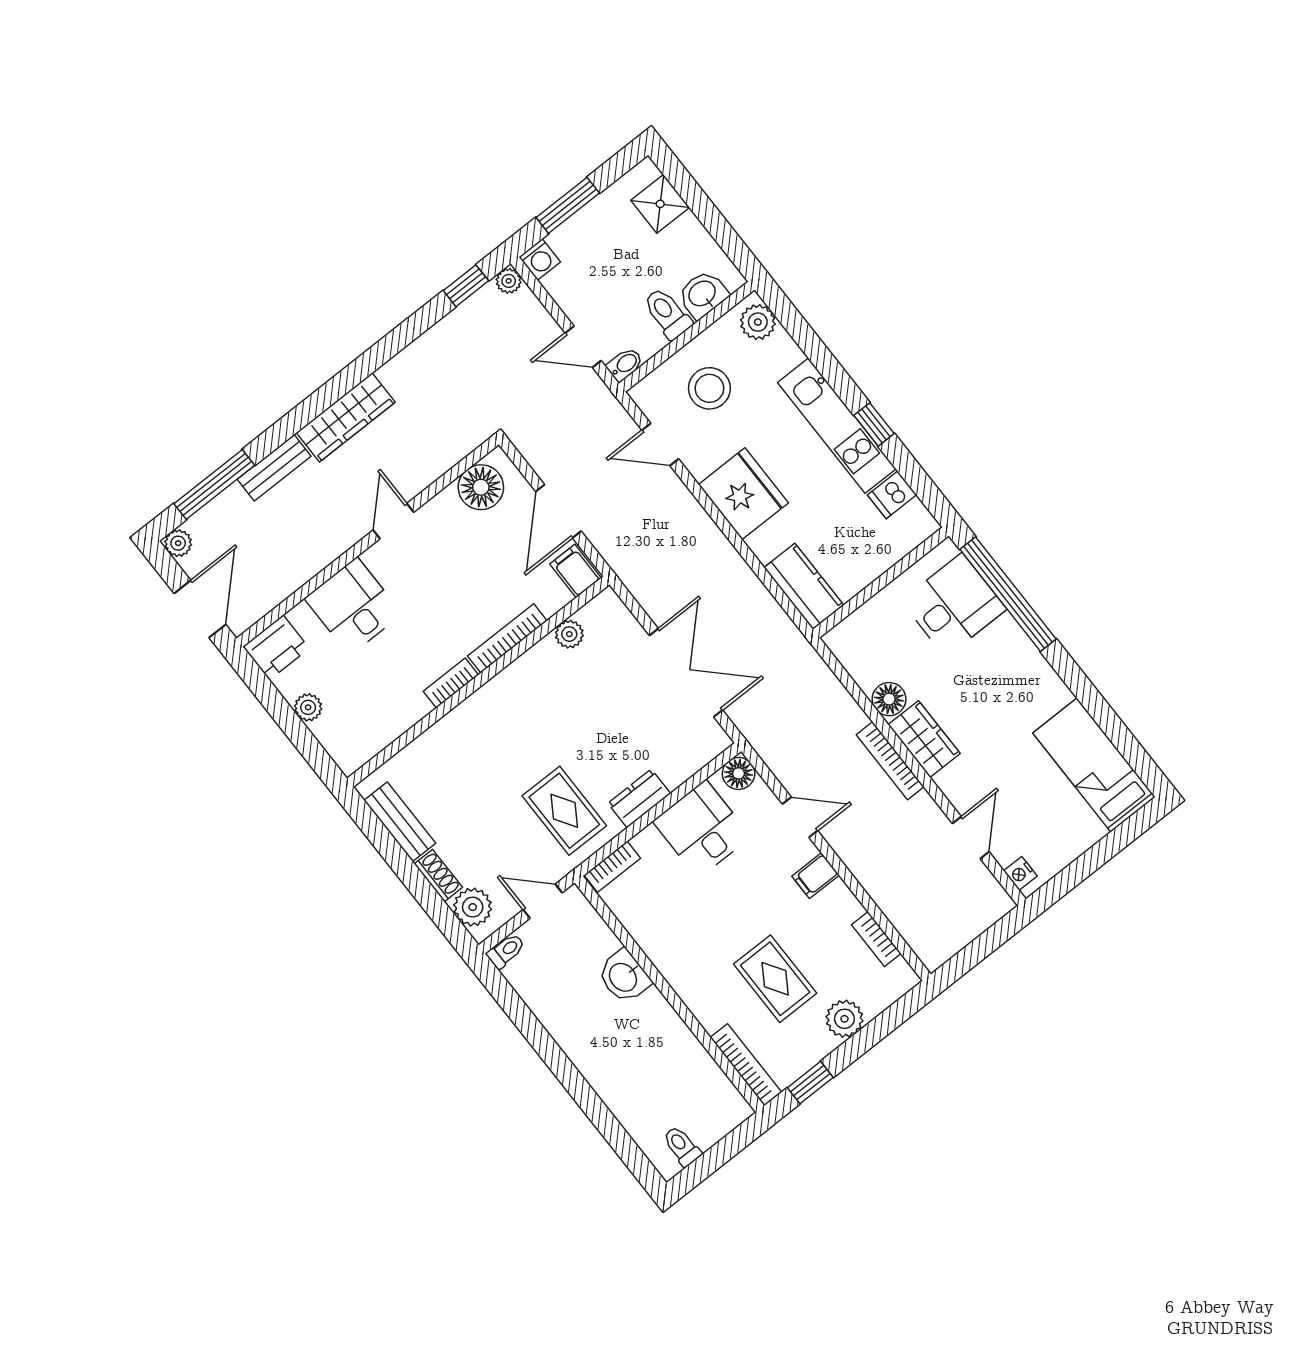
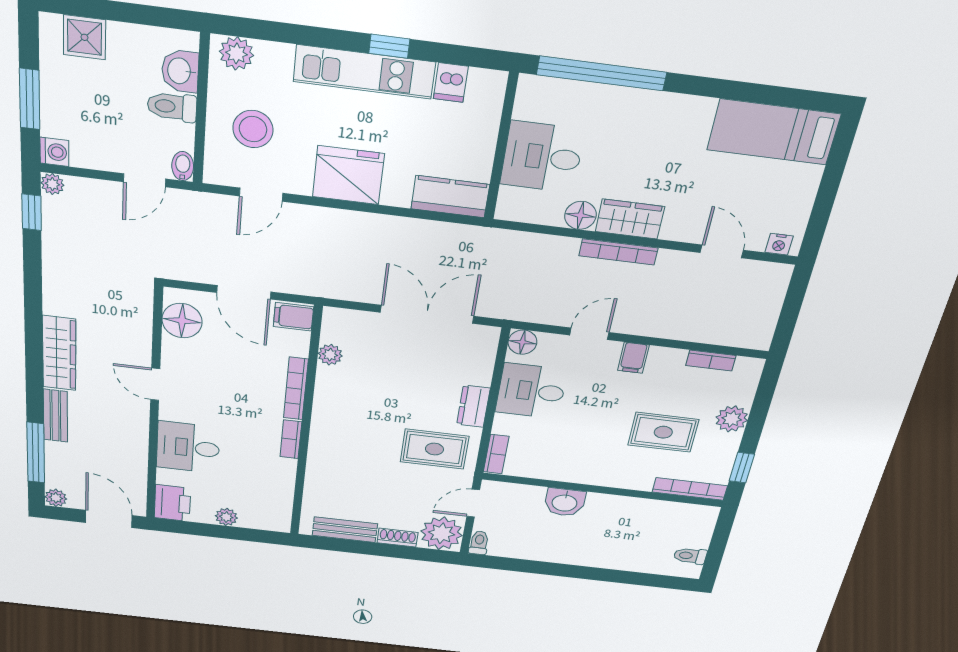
desk: (954, 605) -> (542, 157), moved, turned -90
plant: (473, 907) -> (441, 533), width x1.36, depth x1.36

